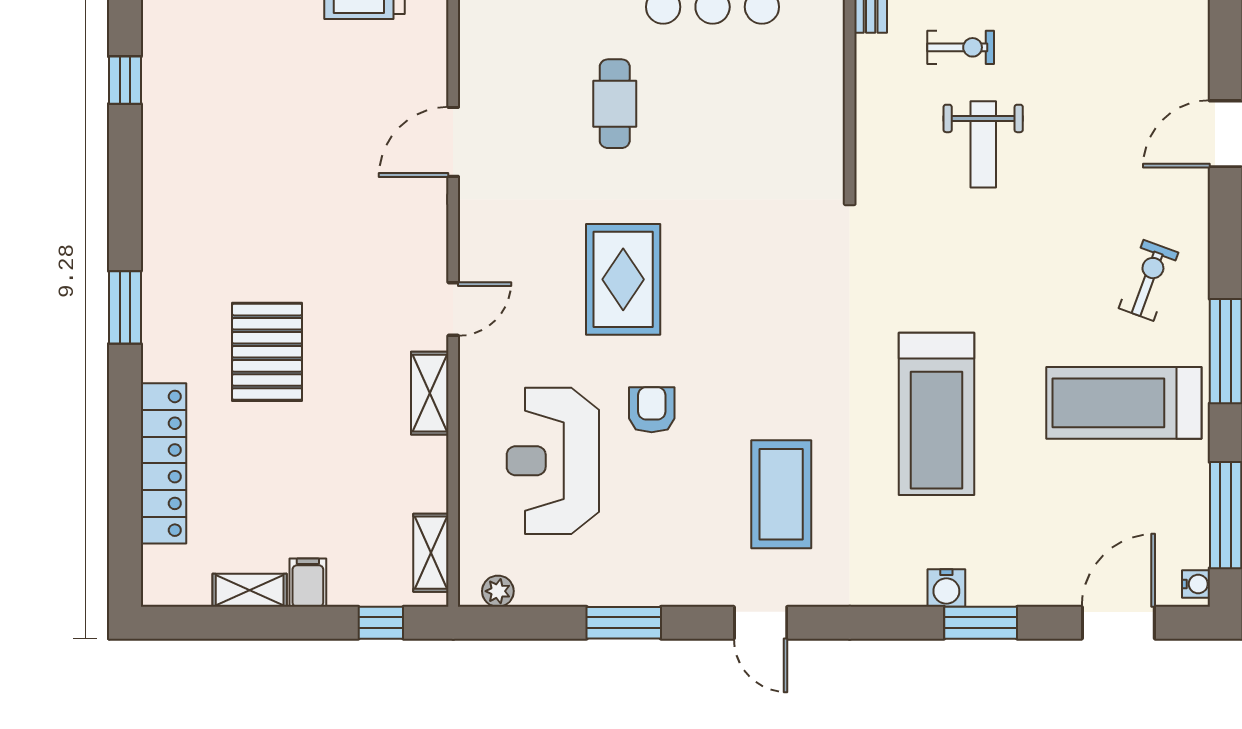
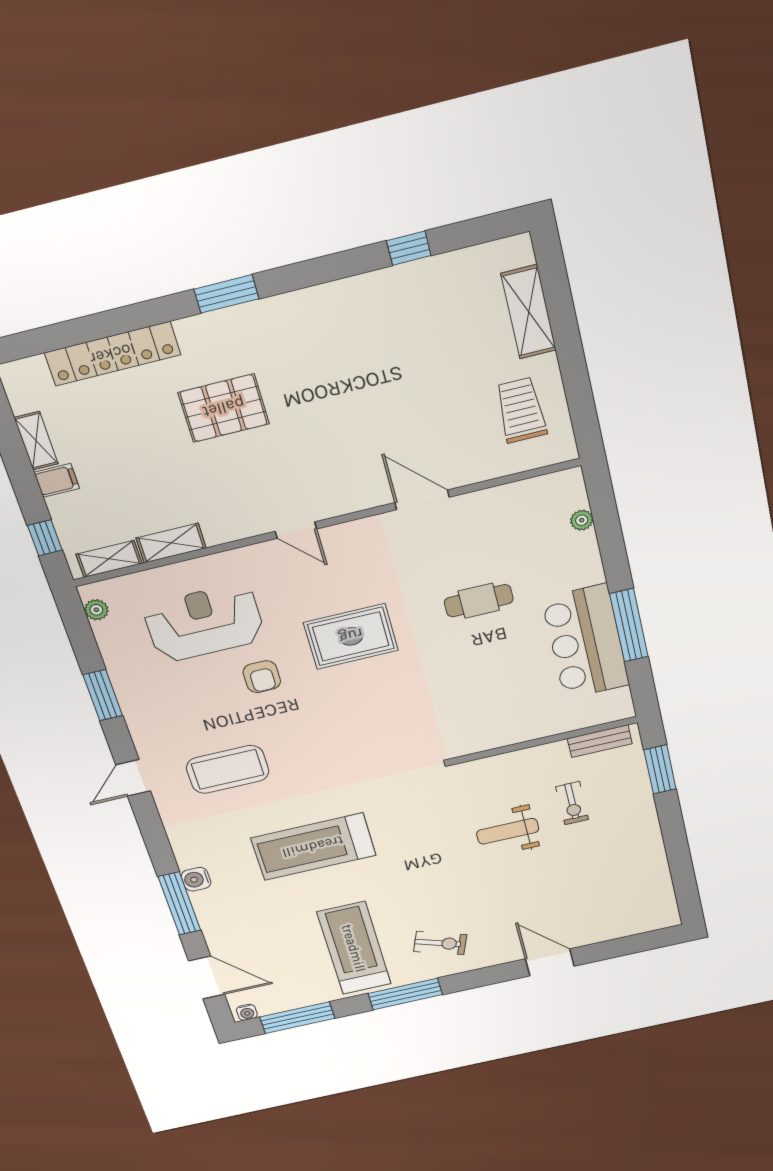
shelving: (430, 393) -> (171, 543), moved
armchair: (652, 410) -> (262, 677), turned 90
window: (981, 623) -> (179, 903), width x1.44

